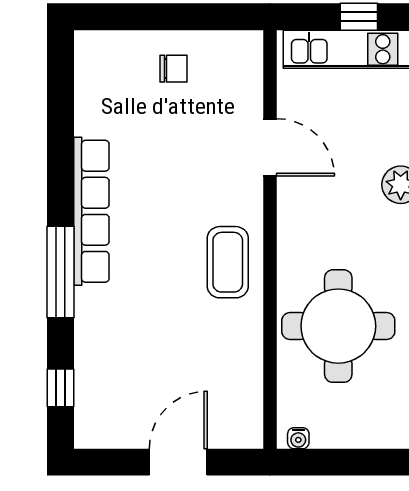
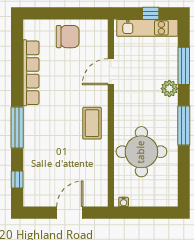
chair: (174, 69) -> (68, 37), width x1.87, depth x1.87
door: (270, 147) -> (111, 72), swing flipped
row of seats: (91, 211) -> (31, 73), moved

